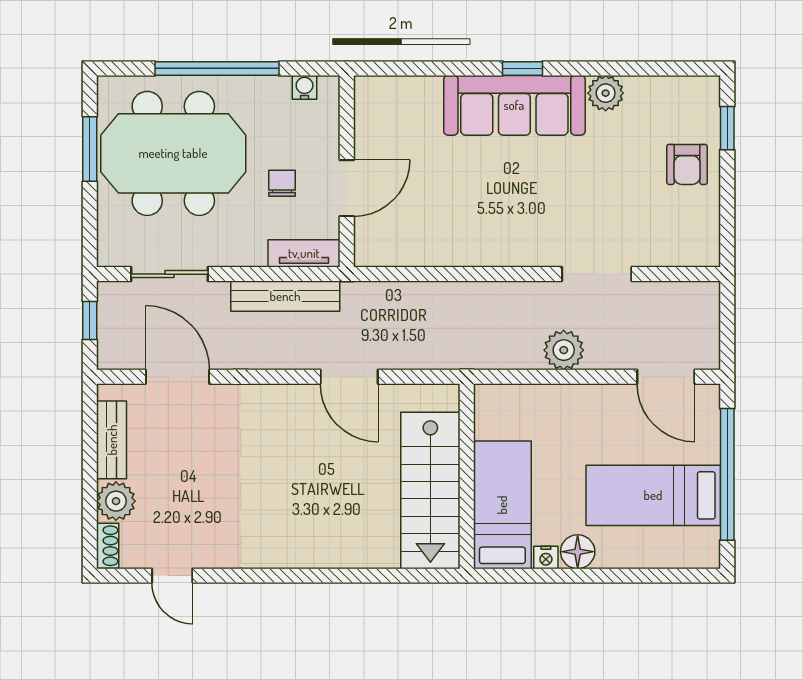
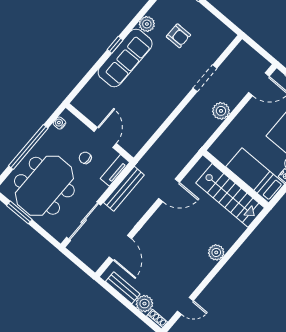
armchair: (687, 164) -> (178, 36), moved
sliding door: (170, 274) -> (84, 221), width x1.37
window: (90, 320) -> (77, 261), removed
door: (177, 377) -> (120, 248), swing flipped
plant: (311, 550) -> (216, 252), added

